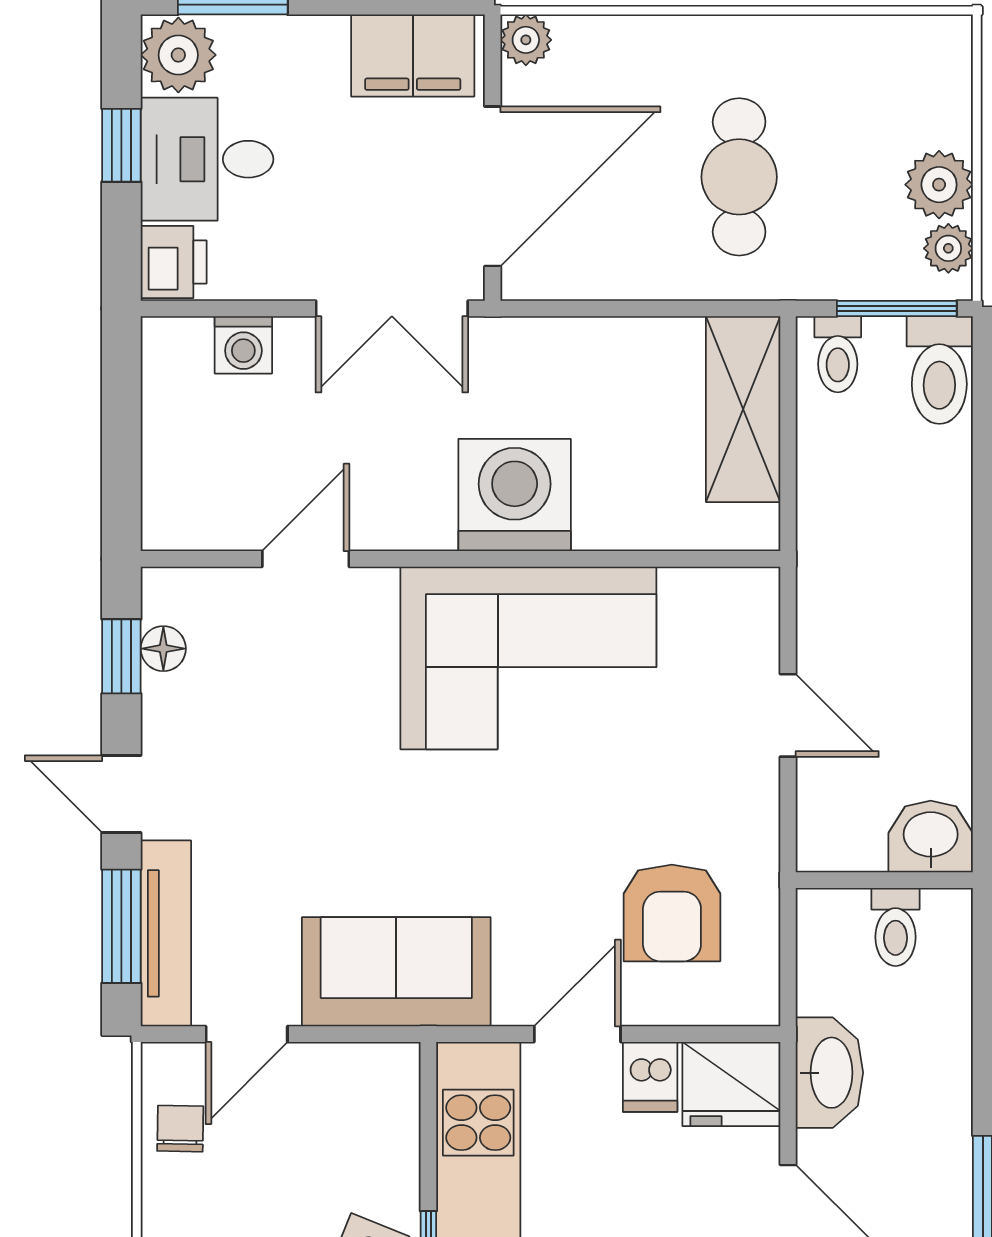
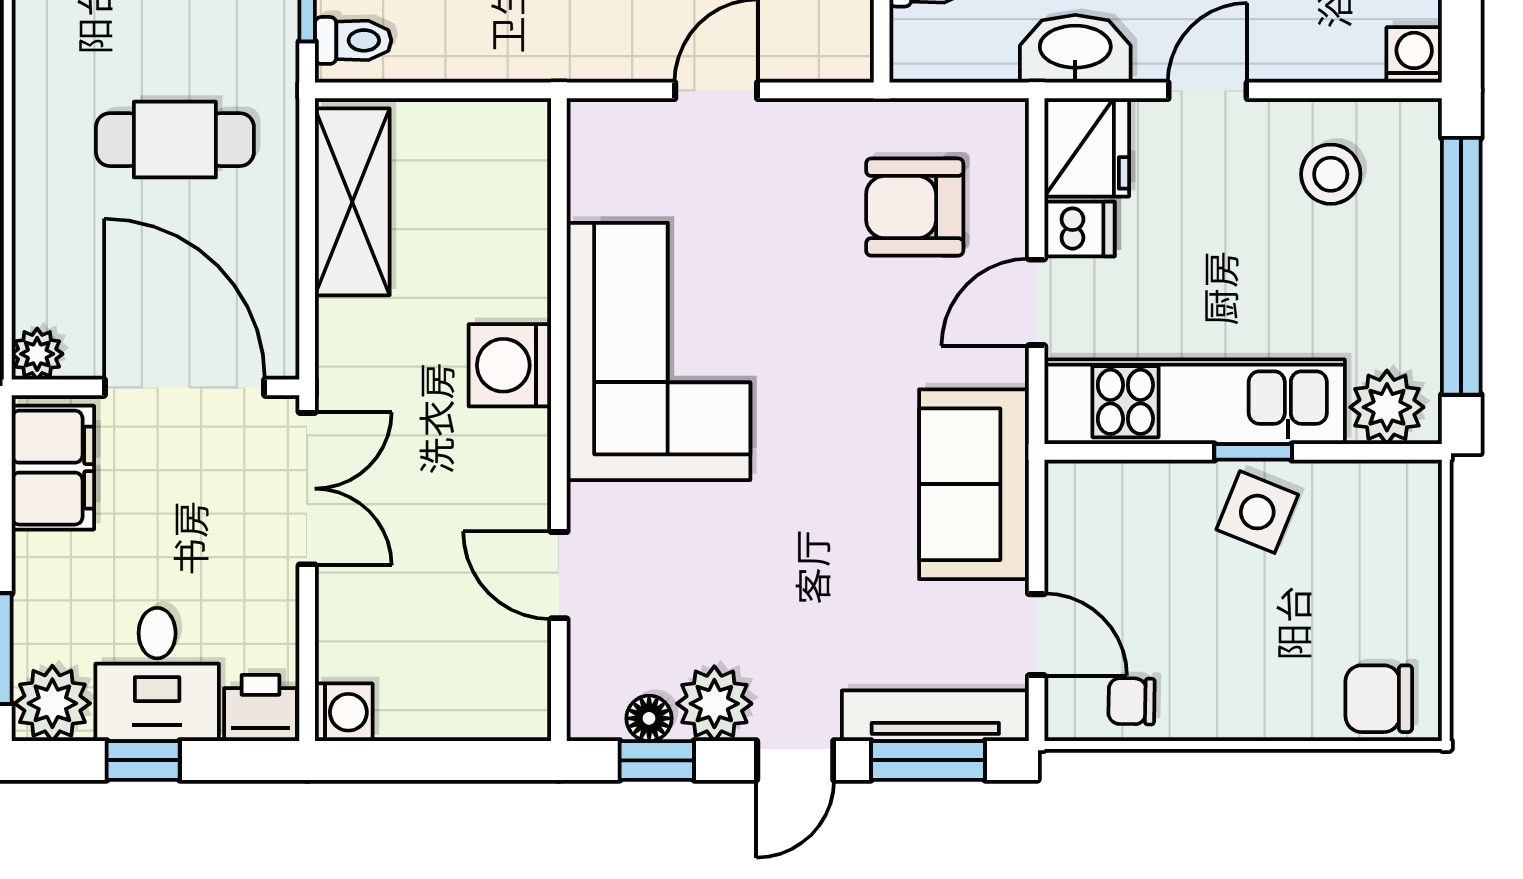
washing machine: (243, 345) -> (344, 712), moved
shelving: (743, 409) -> (352, 202), moved, turned 90
washing machine: (515, 495) -> (510, 365), width x0.73, depth x0.73
plant: (178, 714) -> (714, 704), added
armchair: (672, 913) -> (915, 207), turned 180
door: (577, 1034) -> (1037, 302), hinge flipped

